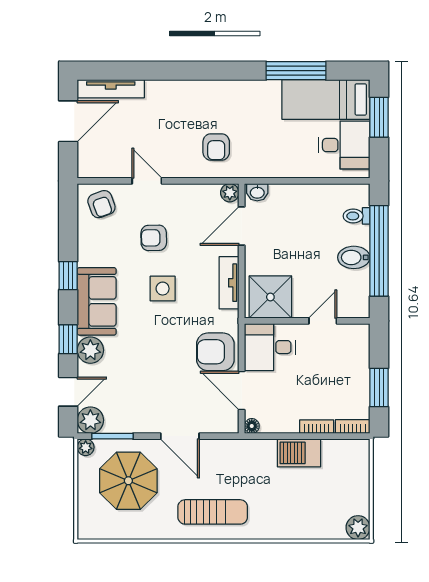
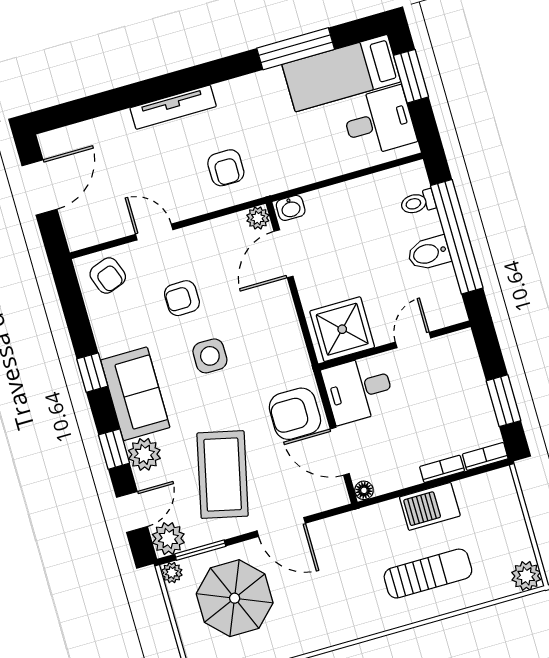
tv unit: (111, 89) -> (173, 107), moved
tv unit: (229, 283) -> (288, 326), removed
coffee table: (146, 383) -> (223, 475), added
sun lounger: (213, 512) -> (428, 574), moved

